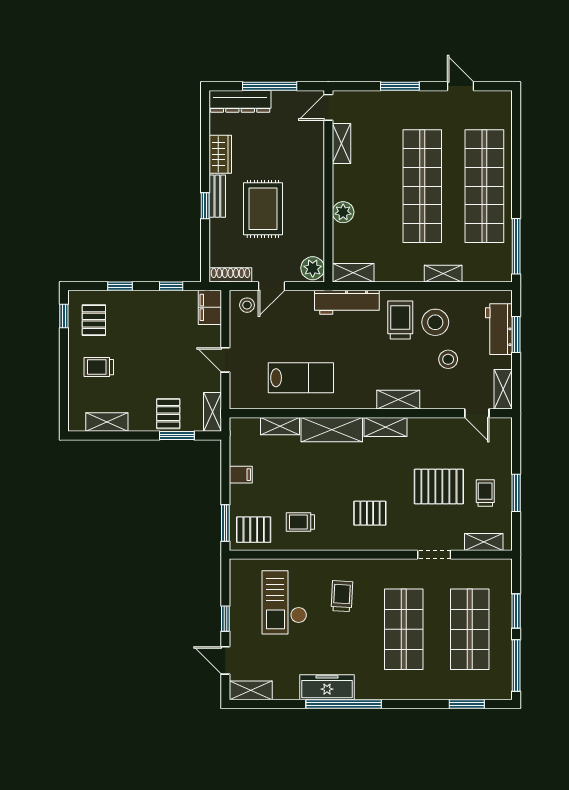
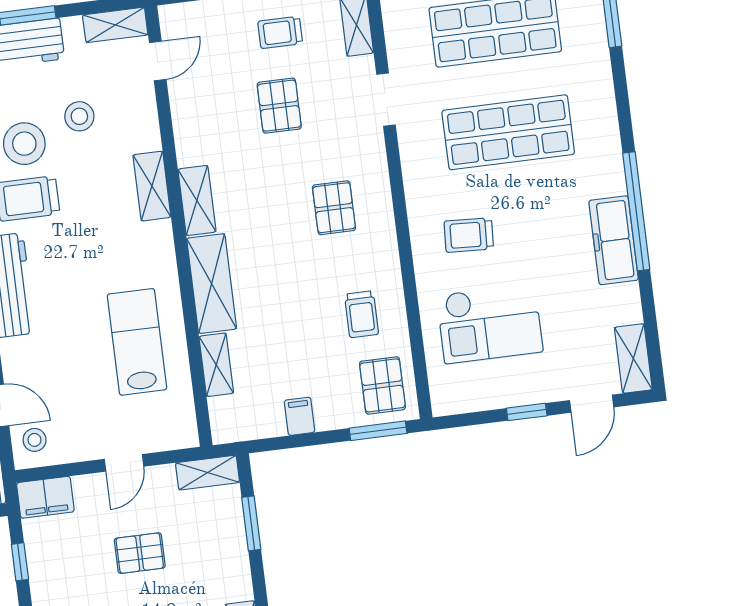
pallet: (168, 414) -> (140, 553), moved
pallet: (439, 487) -> (279, 106), width x0.67, depth x0.71

